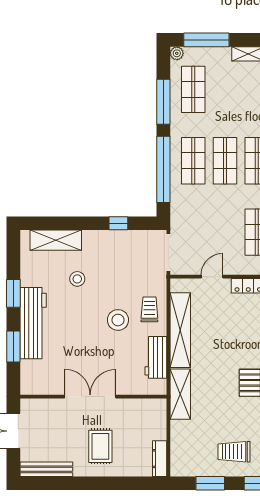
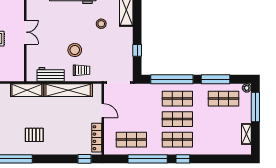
double door: (90, 397) -> (25, 32), width x0.73

